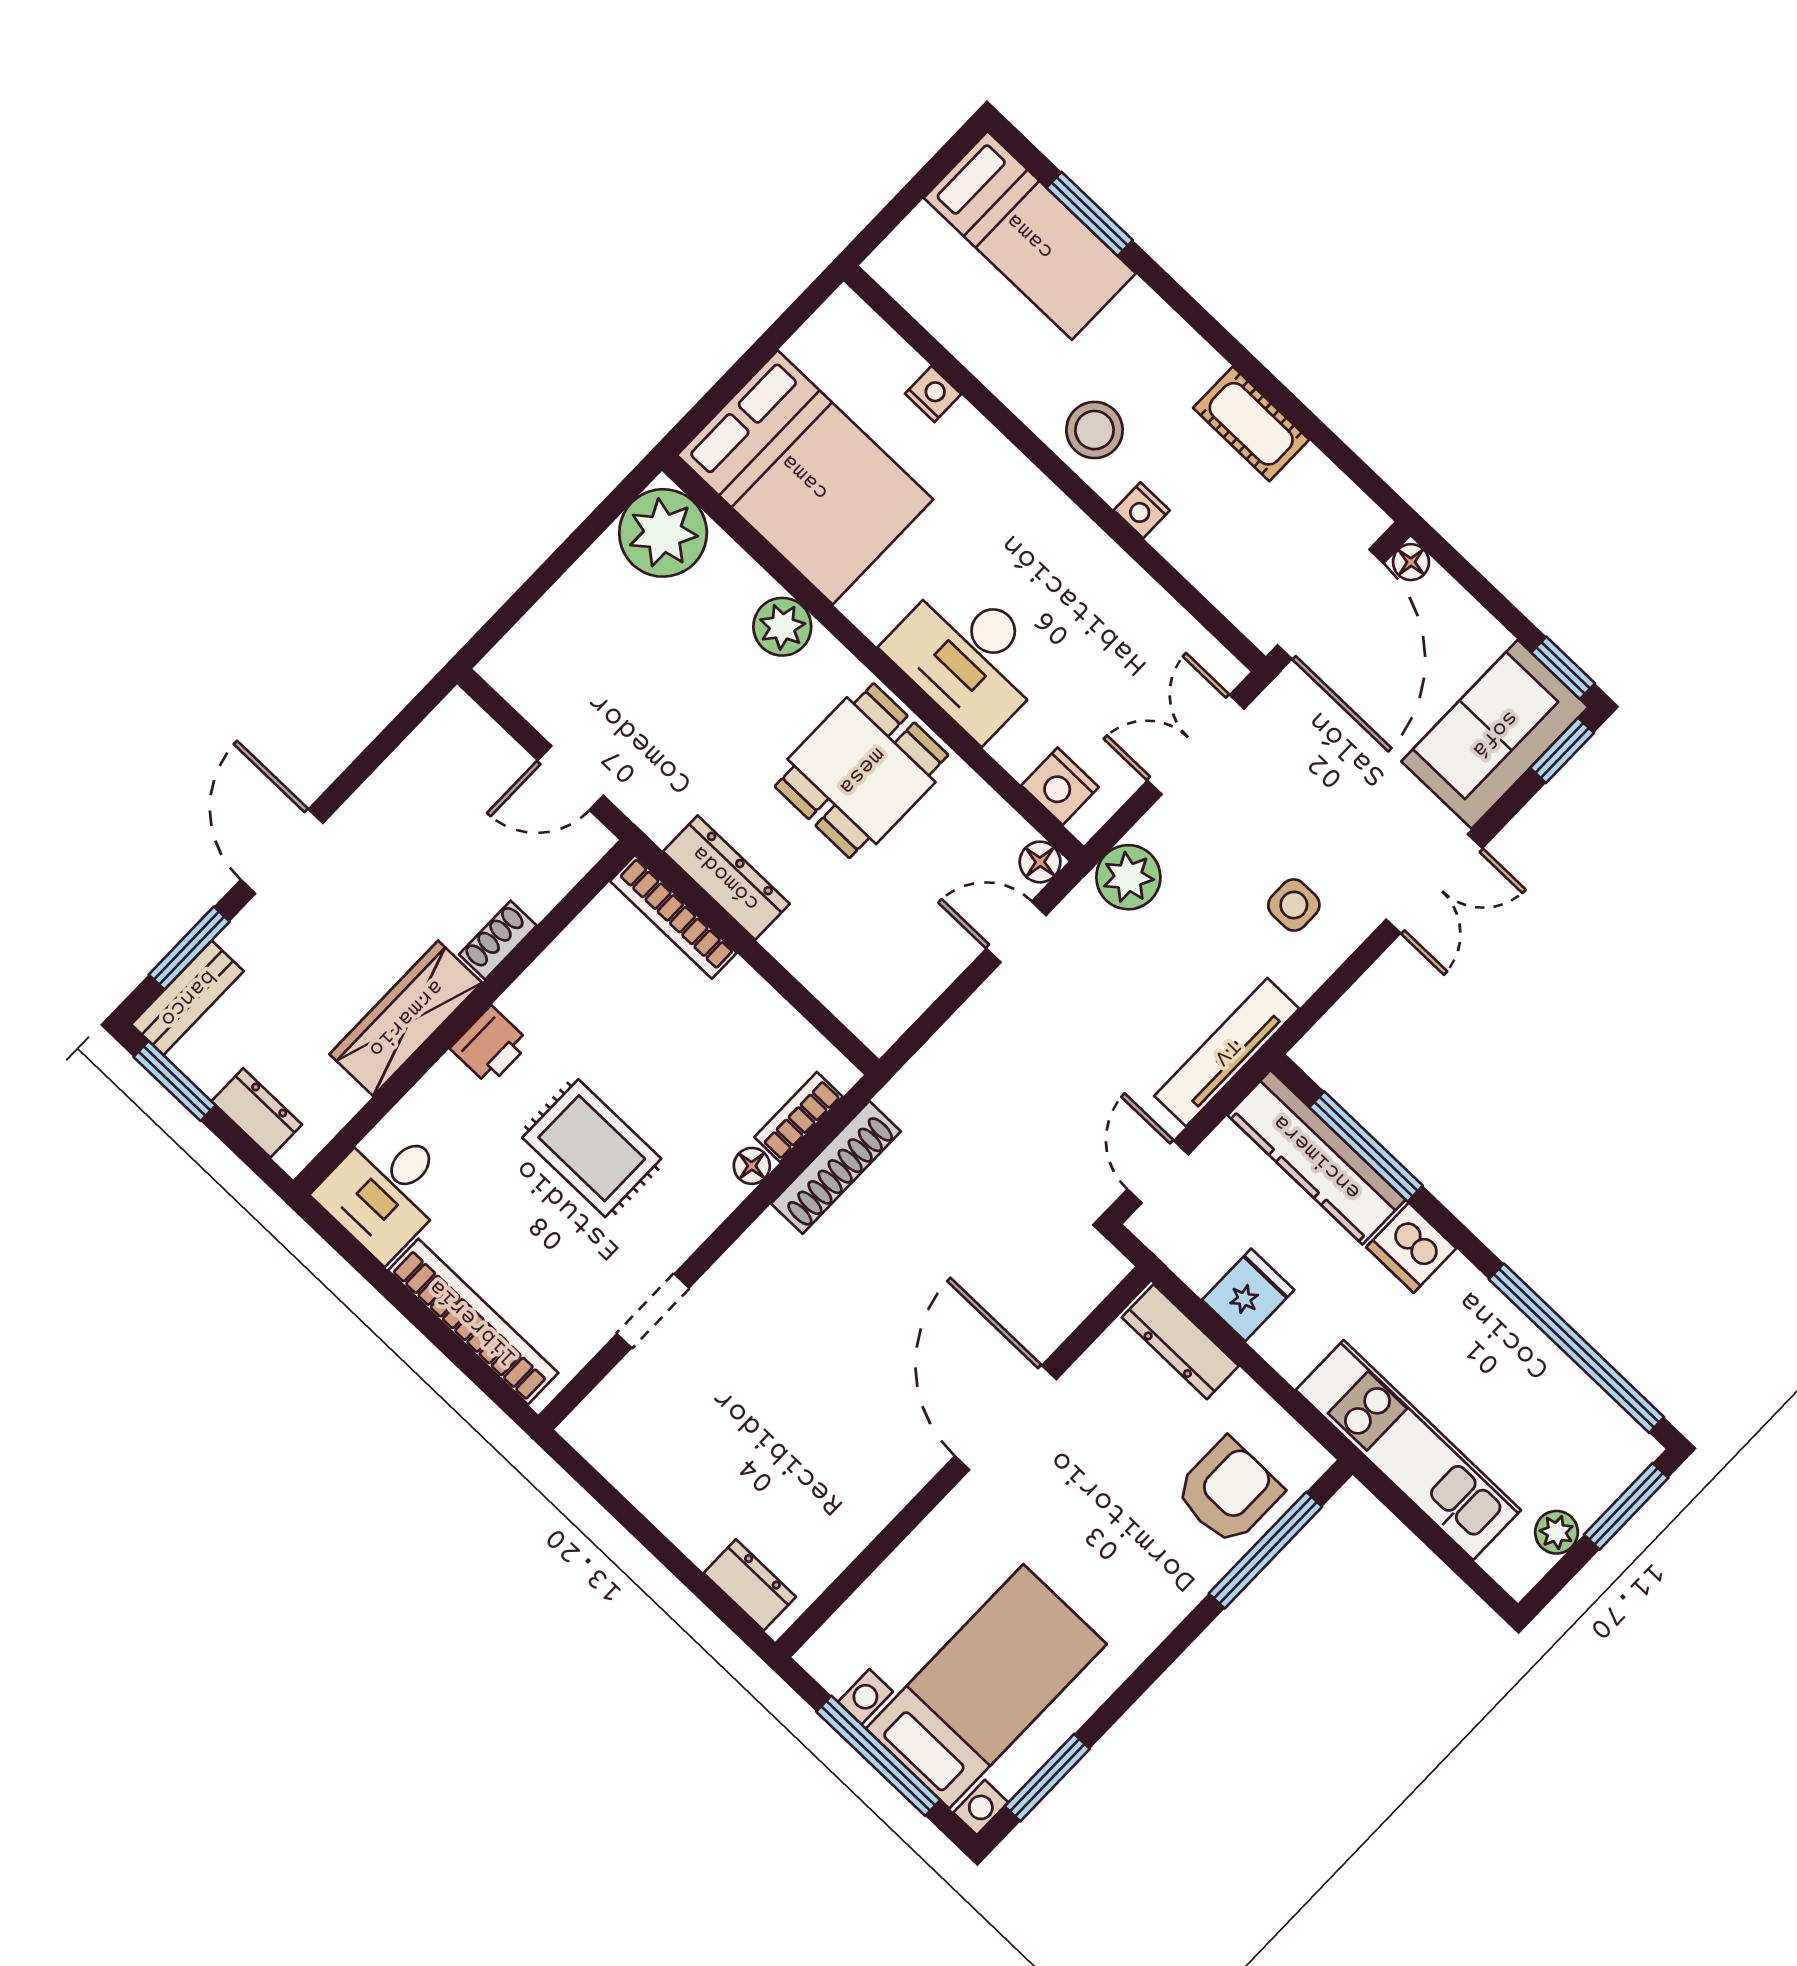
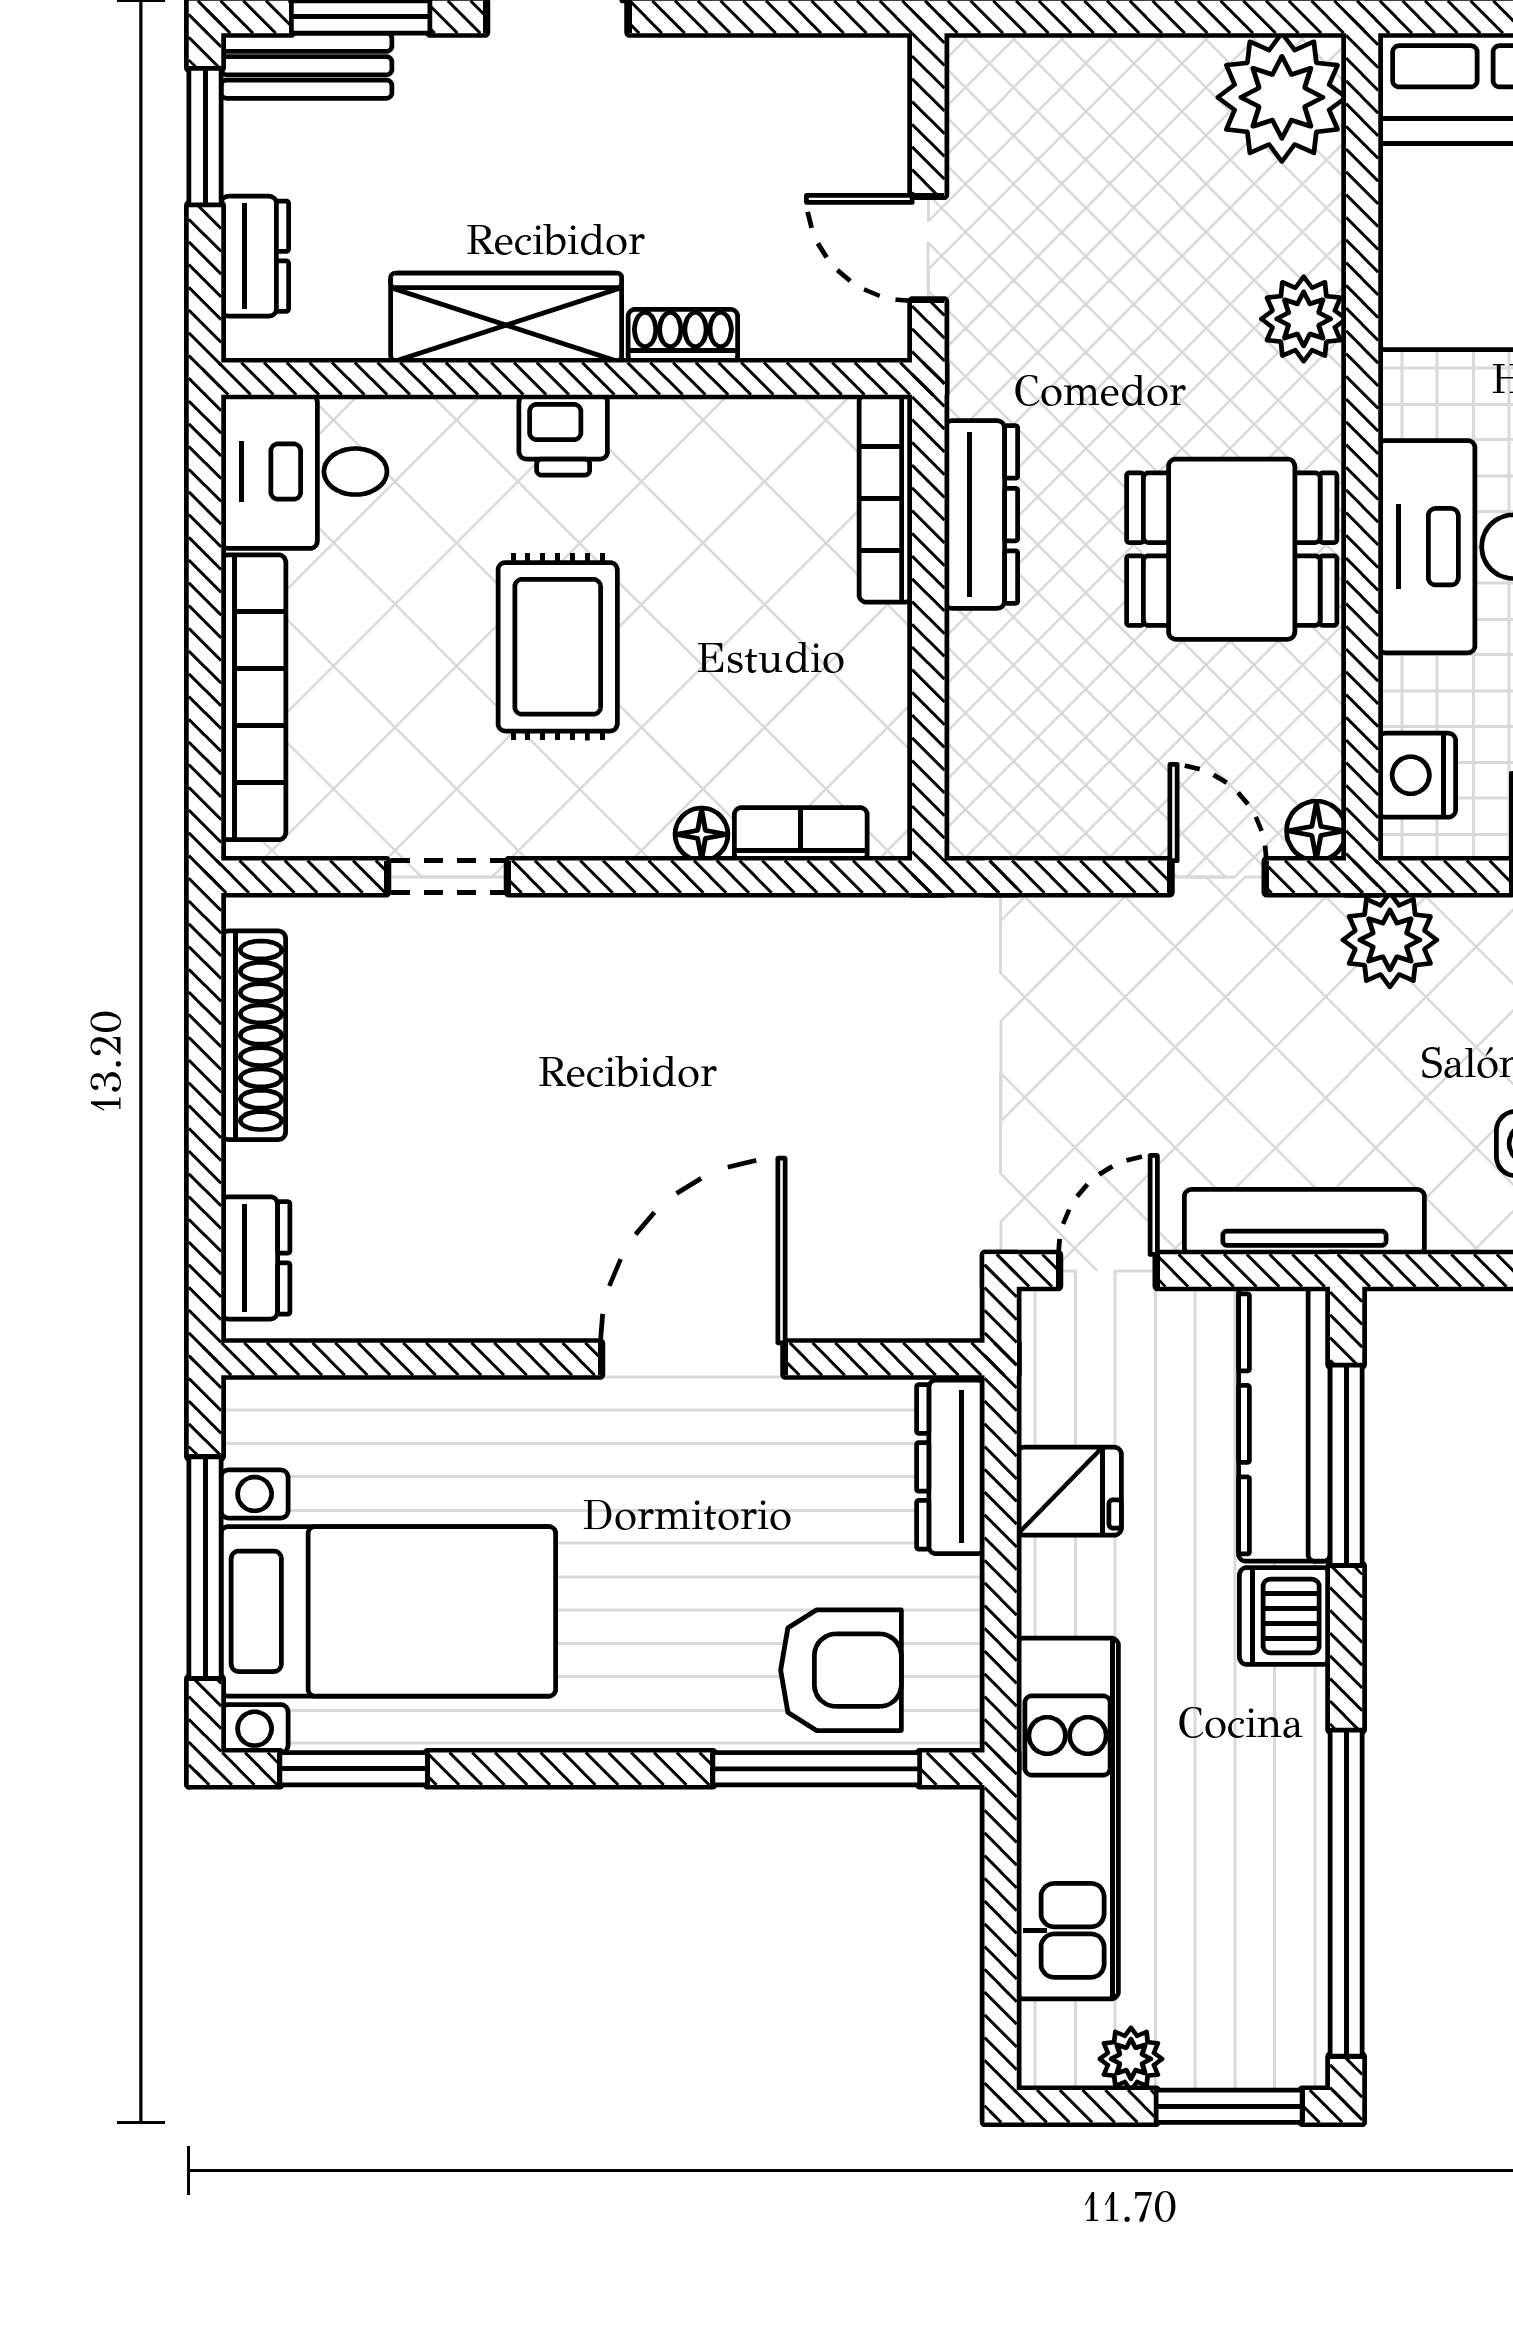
shoe rack: (836, 1167) -> (253, 1035), moved, turned -90

